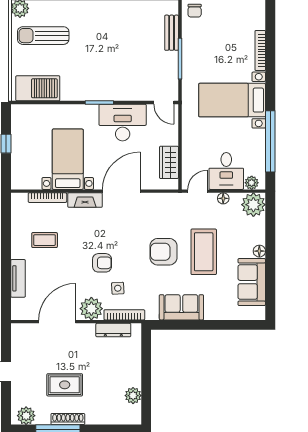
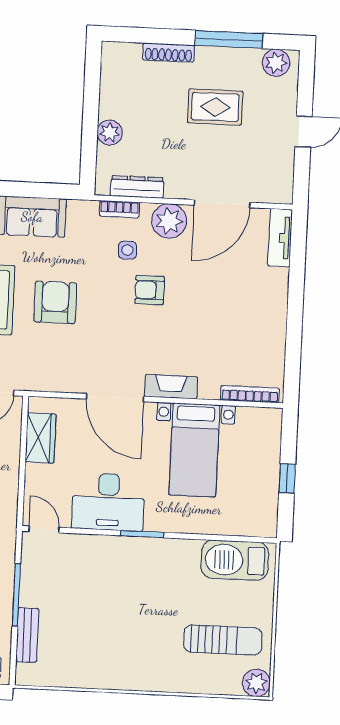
door: (121, 191) -> (115, 398), hinge flipped
bookcase: (47, 198) -> (250, 394), moved
coffee table: (45, 240) -> (235, 329), removed
armchair: (163, 252) -> (55, 302), turned -90
tv unit: (18, 278) -> (280, 238), moved
bookcase: (124, 315) -> (119, 209), width x0.64
plant: (133, 396) -> (110, 133), moved
shoe rack: (68, 419) -> (168, 53), moved

